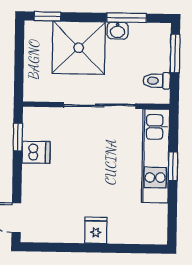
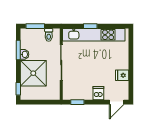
dishwasher: (36, 152) -> (98, 93), moved
kitchen unit: (156, 156) -> (94, 35), width x1.36
fridge: (96, 230) -> (122, 75), moved

